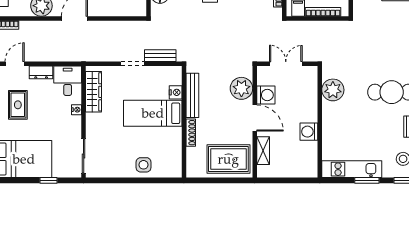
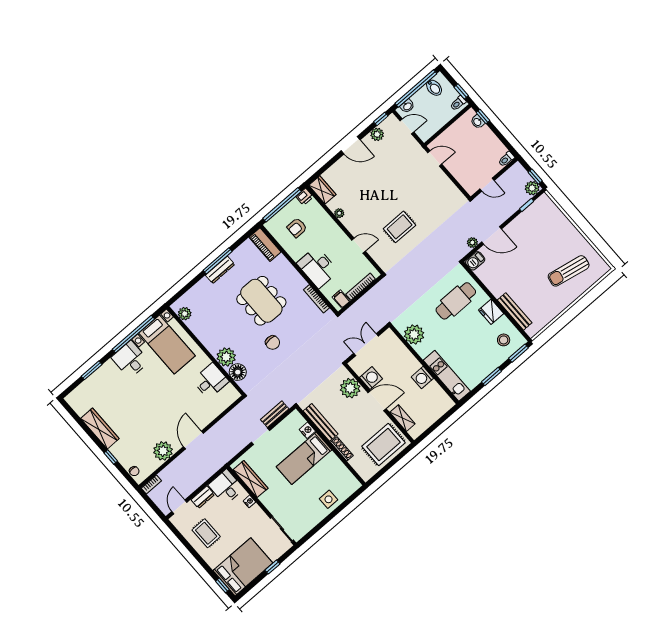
kitchen unit: (352, 169) -> (447, 376), moved, turned 90

